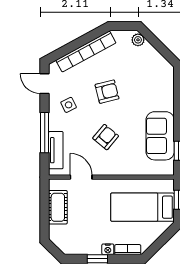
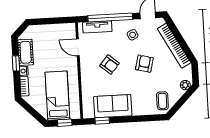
coffee table: (157, 71) -> (162, 101), added
armchair: (107, 92) -> (144, 64), turned -152
window: (45, 133) -> (110, 18), width x1.46
door: (81, 177) -> (78, 47), swing flipped
cot: (58, 207) -> (26, 52), moved, turned 90

